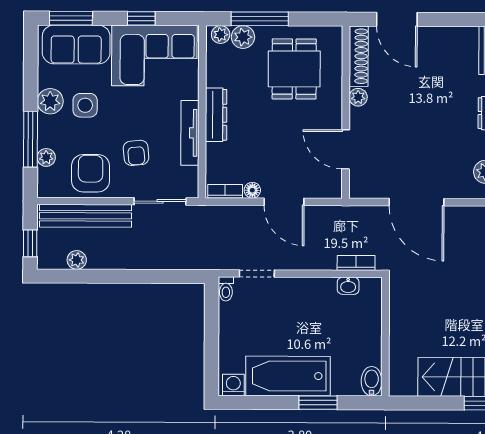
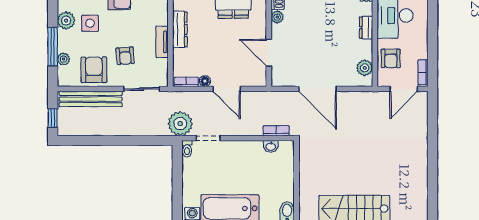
tv unit: (190, 133) -> (162, 42), width x0.71
plant: (77, 260) -> (180, 124), moved, width x1.88, depth x1.88

